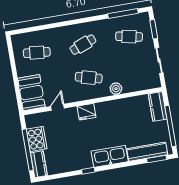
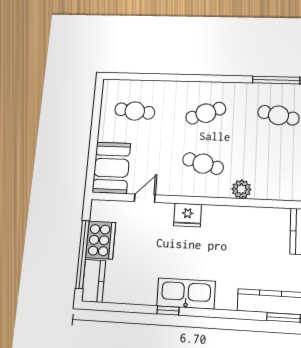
kitchen sink: (110, 156) -> (186, 294), moved

